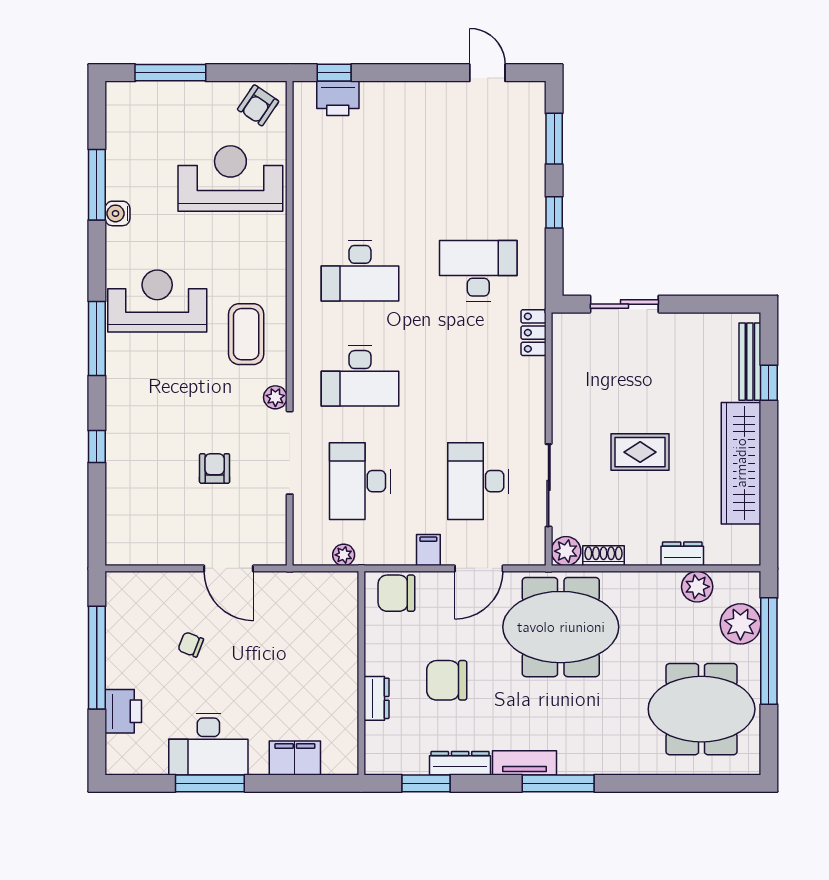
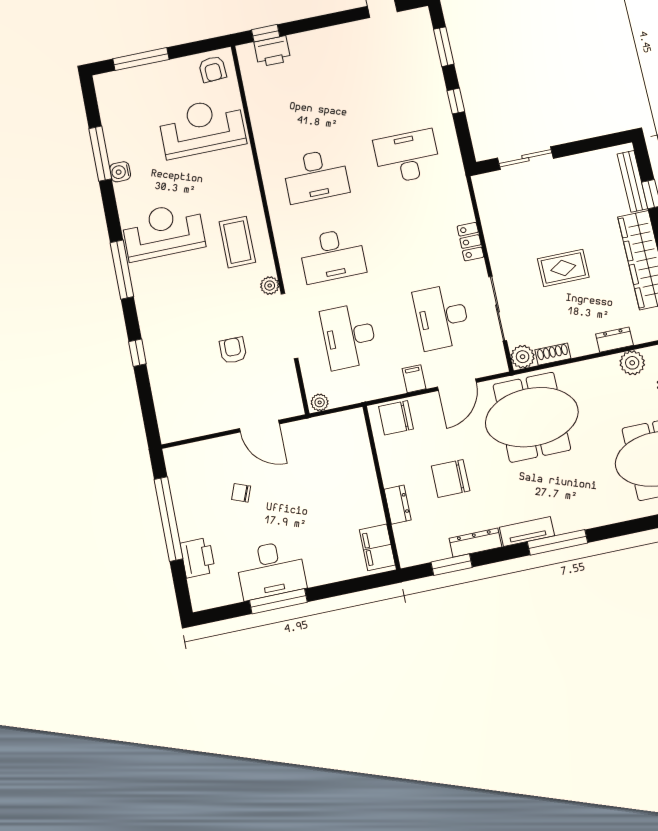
armchair: (258, 105) -> (213, 69), turned -37
locker: (534, 333) -> (470, 242), moved
plant: (344, 555) -> (320, 402), moved
filing cabinet: (295, 758) -> (377, 547), moved, turned -90

